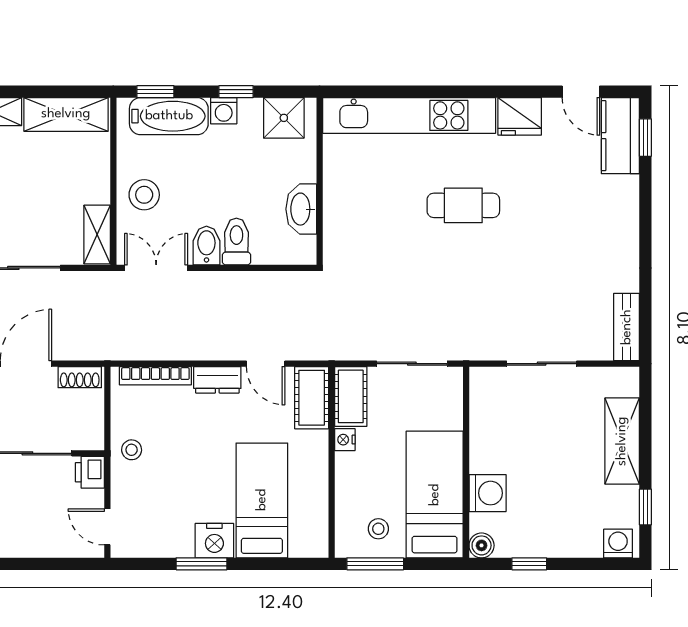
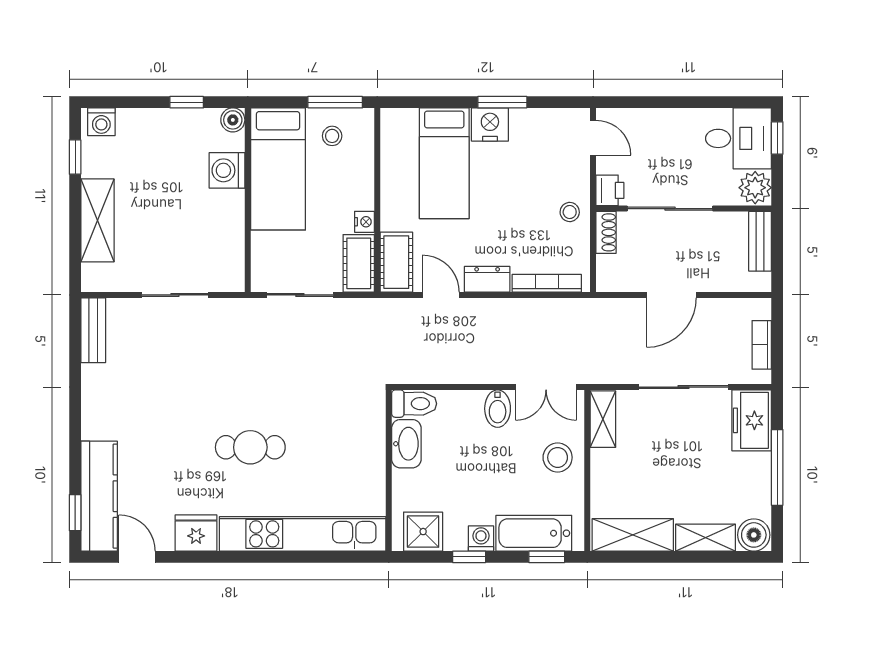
kitchen counter: (620, 136) -> (99, 496), width x1.50
toilet: (236, 242) -> (414, 404), moved, turned -90
shoe rack: (80, 377) -> (606, 232), moved, turned 90

